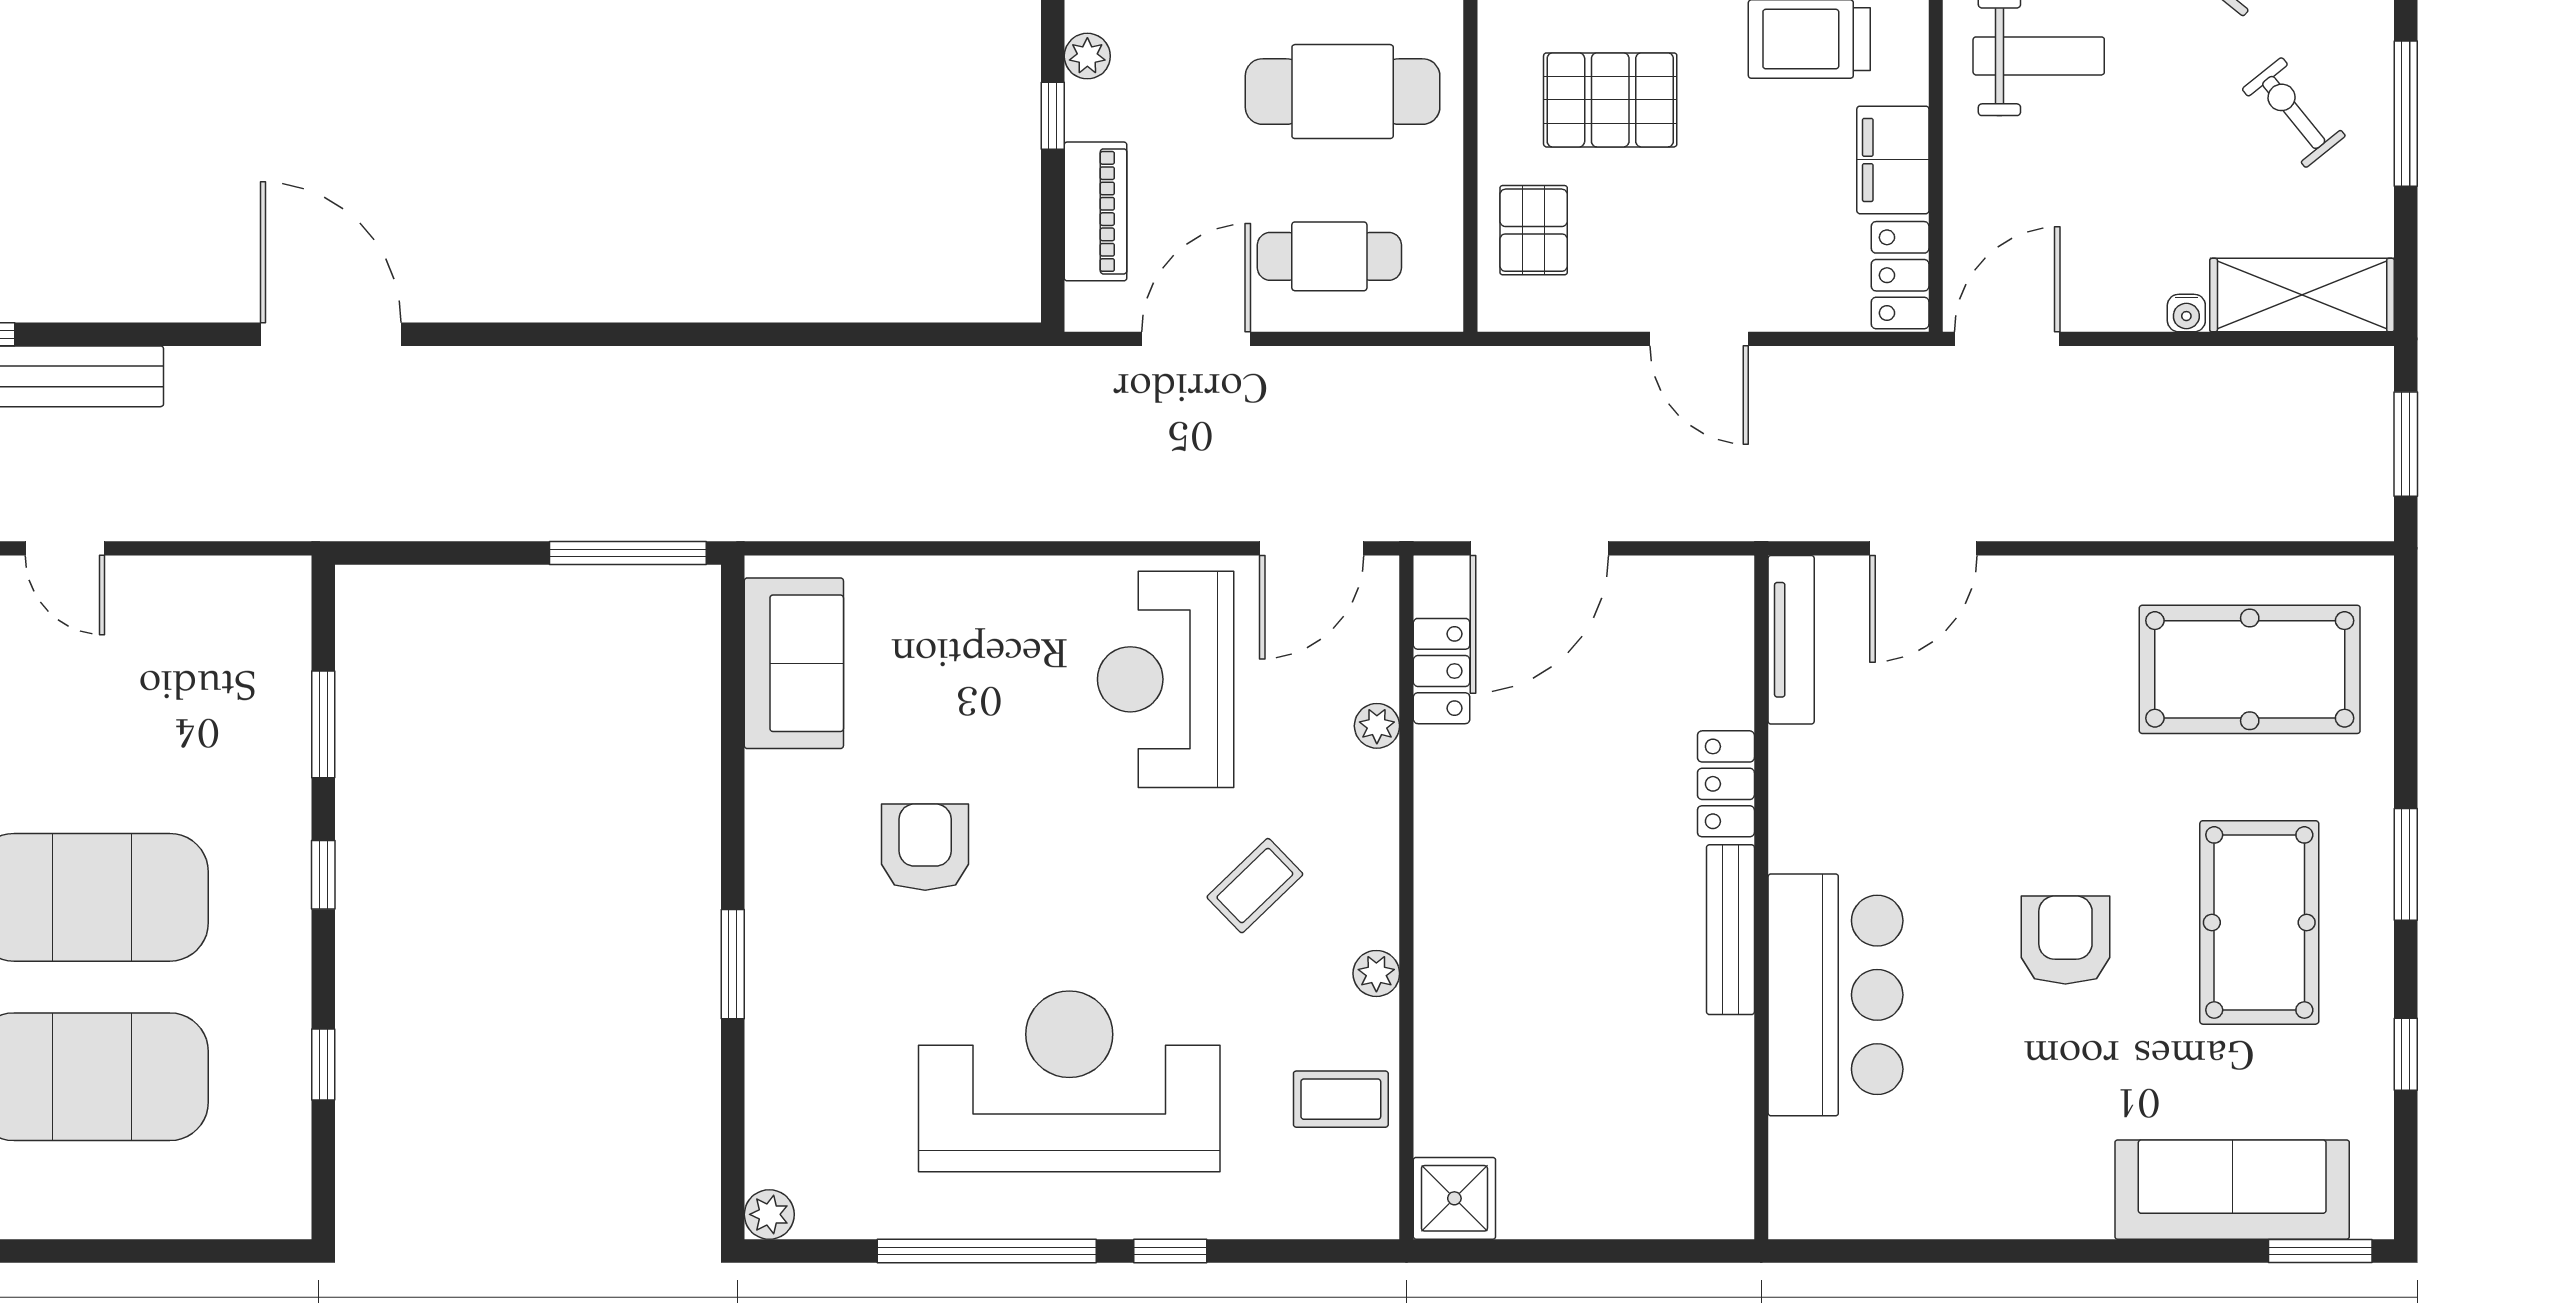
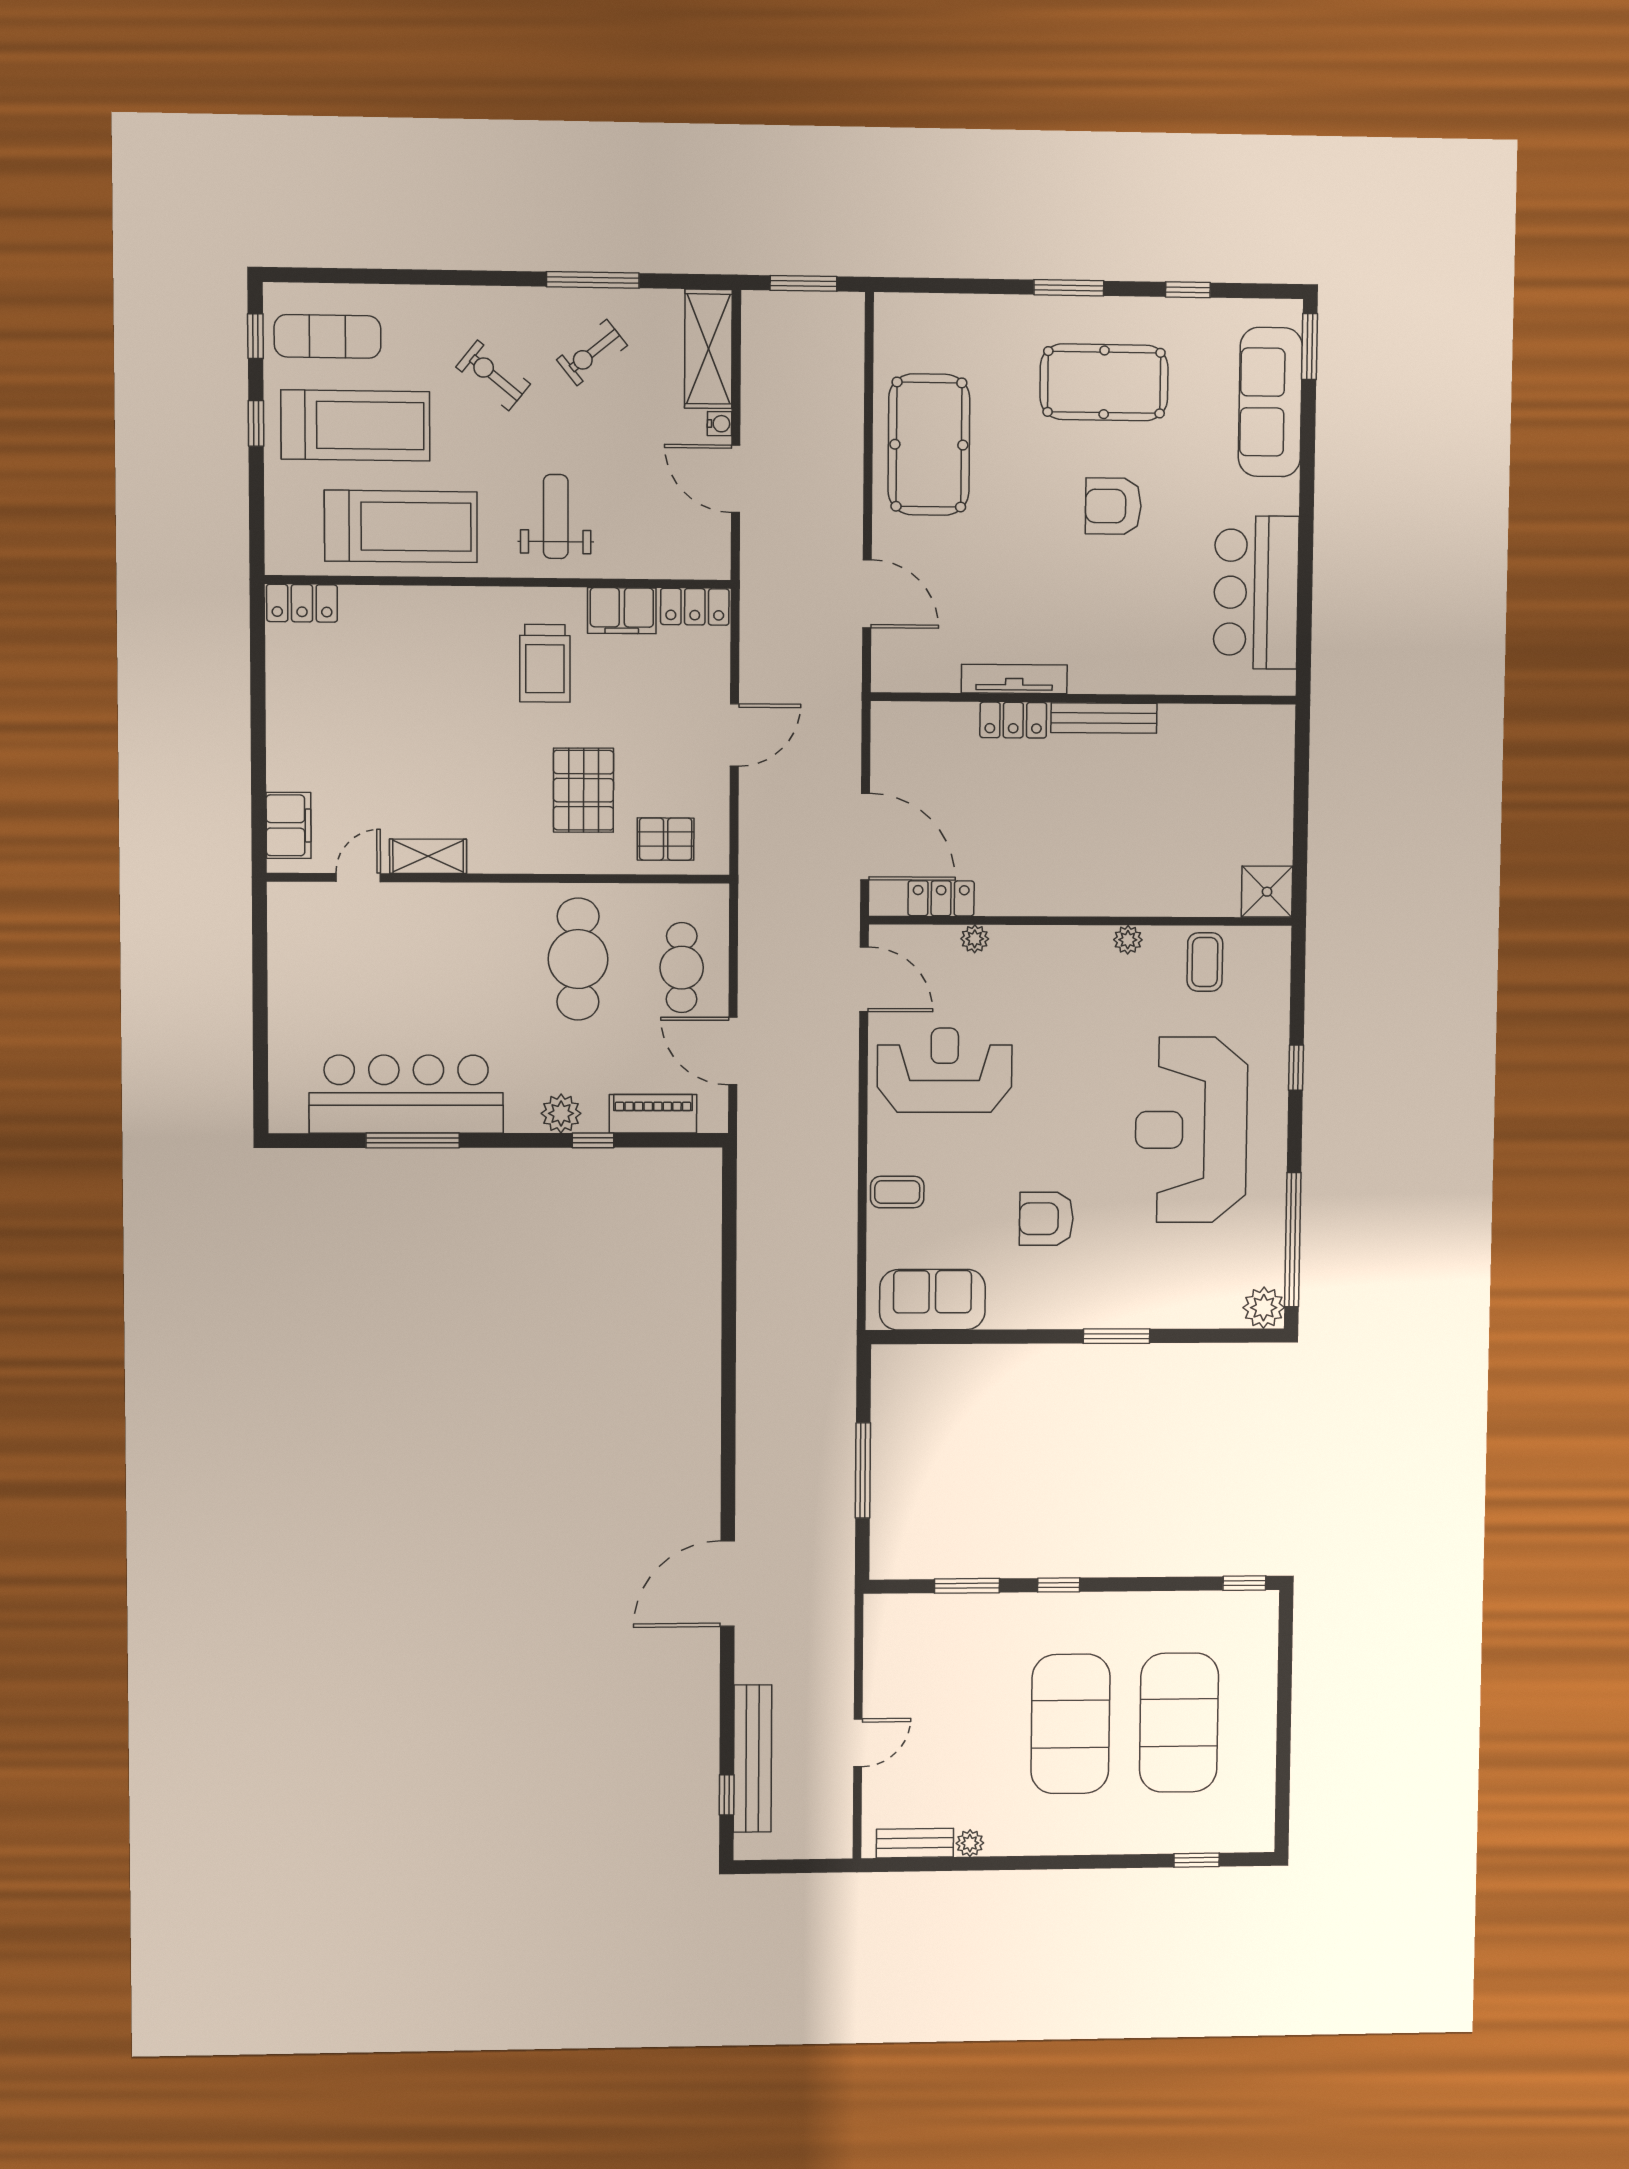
plant: (1087, 56) -> (561, 1113), width x1.38, depth x1.38
door: (2007, 339) -> (736, 479), moved
window: (628, 553) -> (863, 1471), moved
tv unit: (1791, 640) -> (1014, 679), moved
pool table: (2250, 669) -> (929, 445), moved
reception desk: (1166, 679) -> (945, 1070), turned 180
coffee table: (1255, 886) -> (897, 1192), moved, turned -46
bar counter: (1836, 995) -> (1256, 592), moved, turned -90
window: (323, 1065) -> (1244, 1583), moved
plant: (769, 1214) -> (1264, 1308), width x1.38, depth x1.38
window: (987, 1251) -> (1293, 1240), moved

